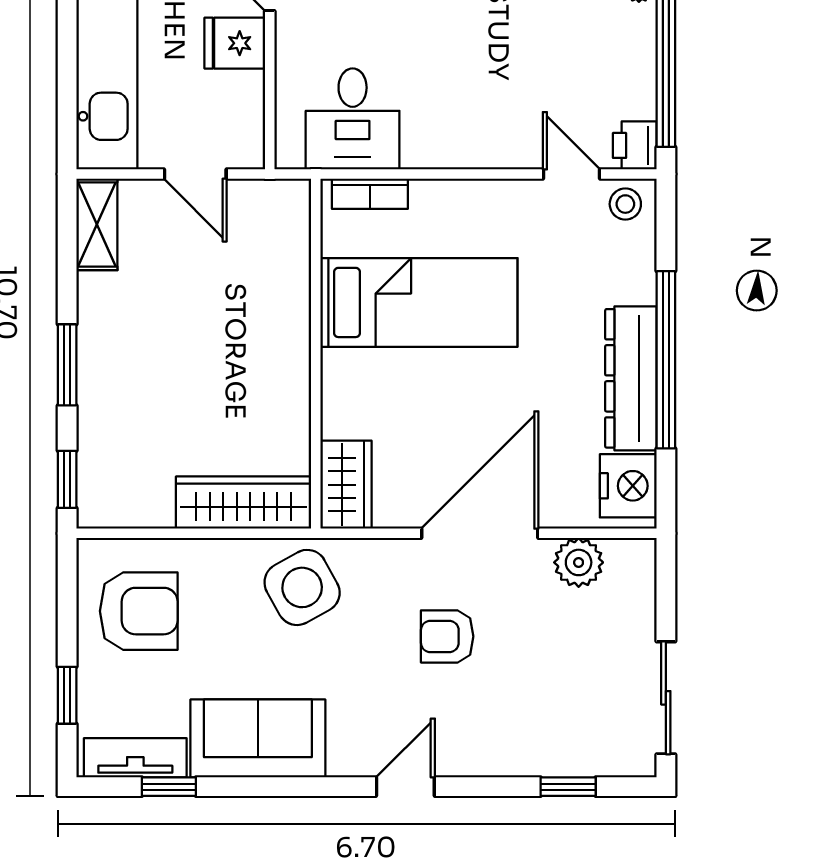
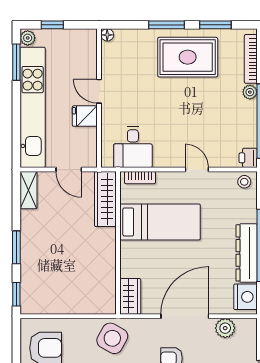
door: (572, 174) -> (197, 170), moved
wardrobe: (244, 503) -> (105, 199), moved, turned -90
side table: (302, 587) -> (112, 338), turned -32

